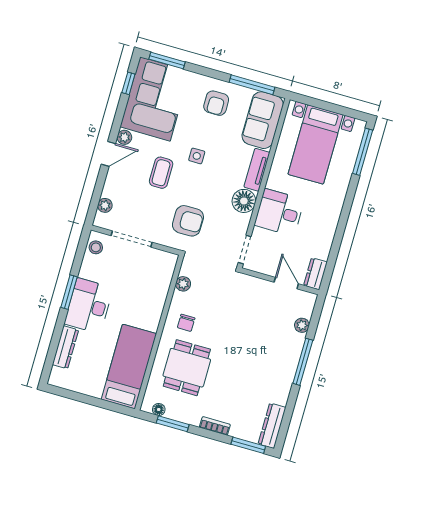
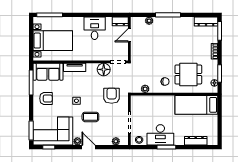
floor lamp: (244, 201) -> (104, 69), moved
desk: (279, 212) -> (95, 28), moved, turned 180
desk: (89, 306) -> (160, 135), moved

